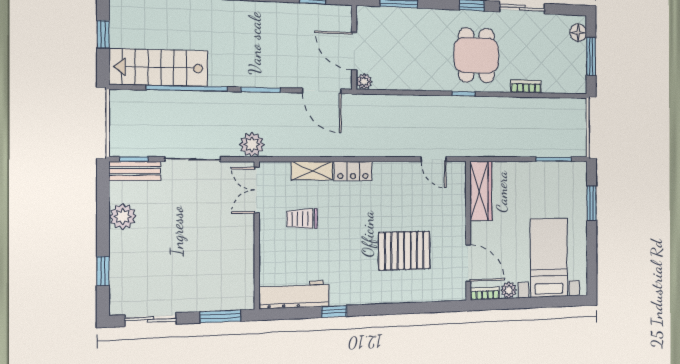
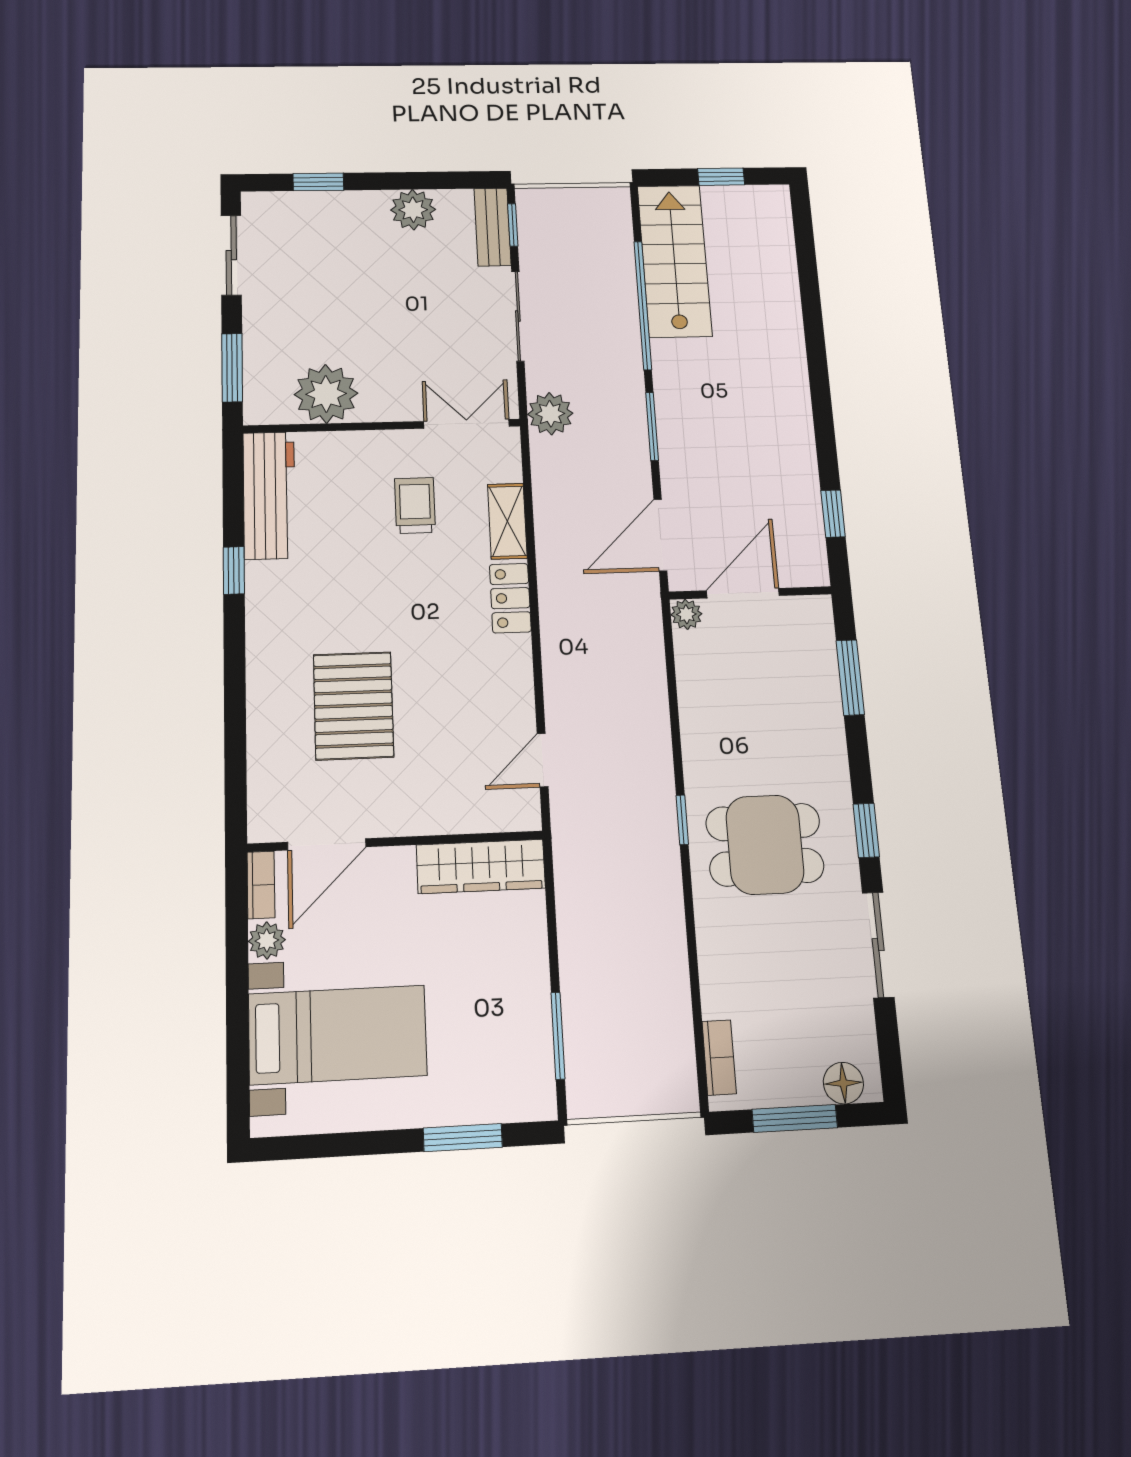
bookcase: (526, 86) -> (719, 1057), moved
plant: (237, 266) -> (326, 394), added

